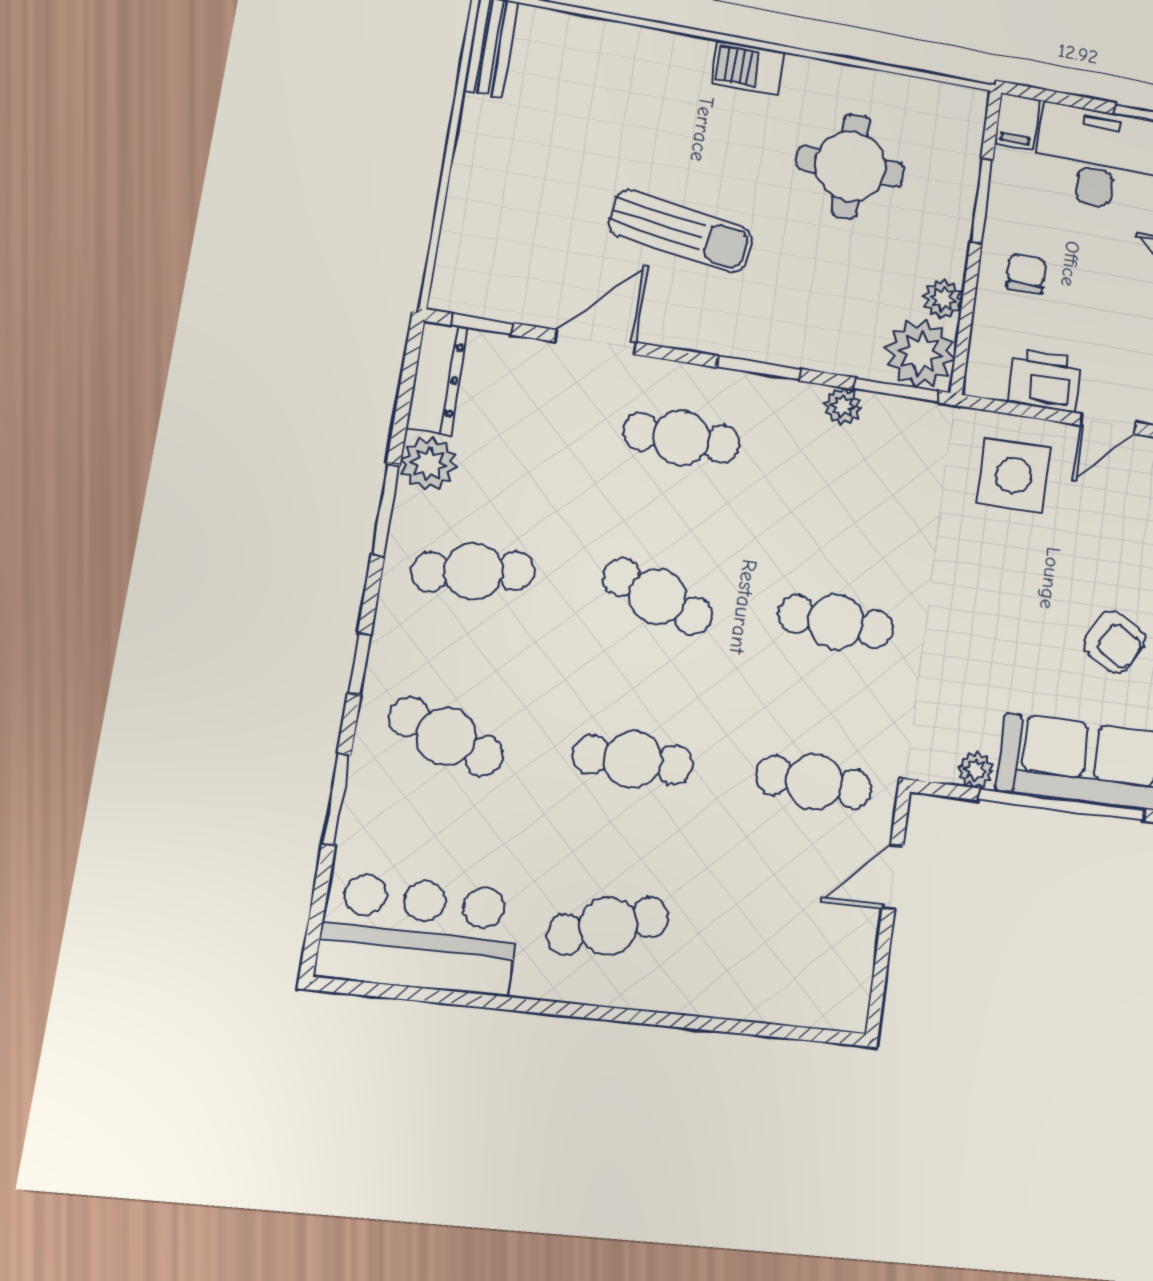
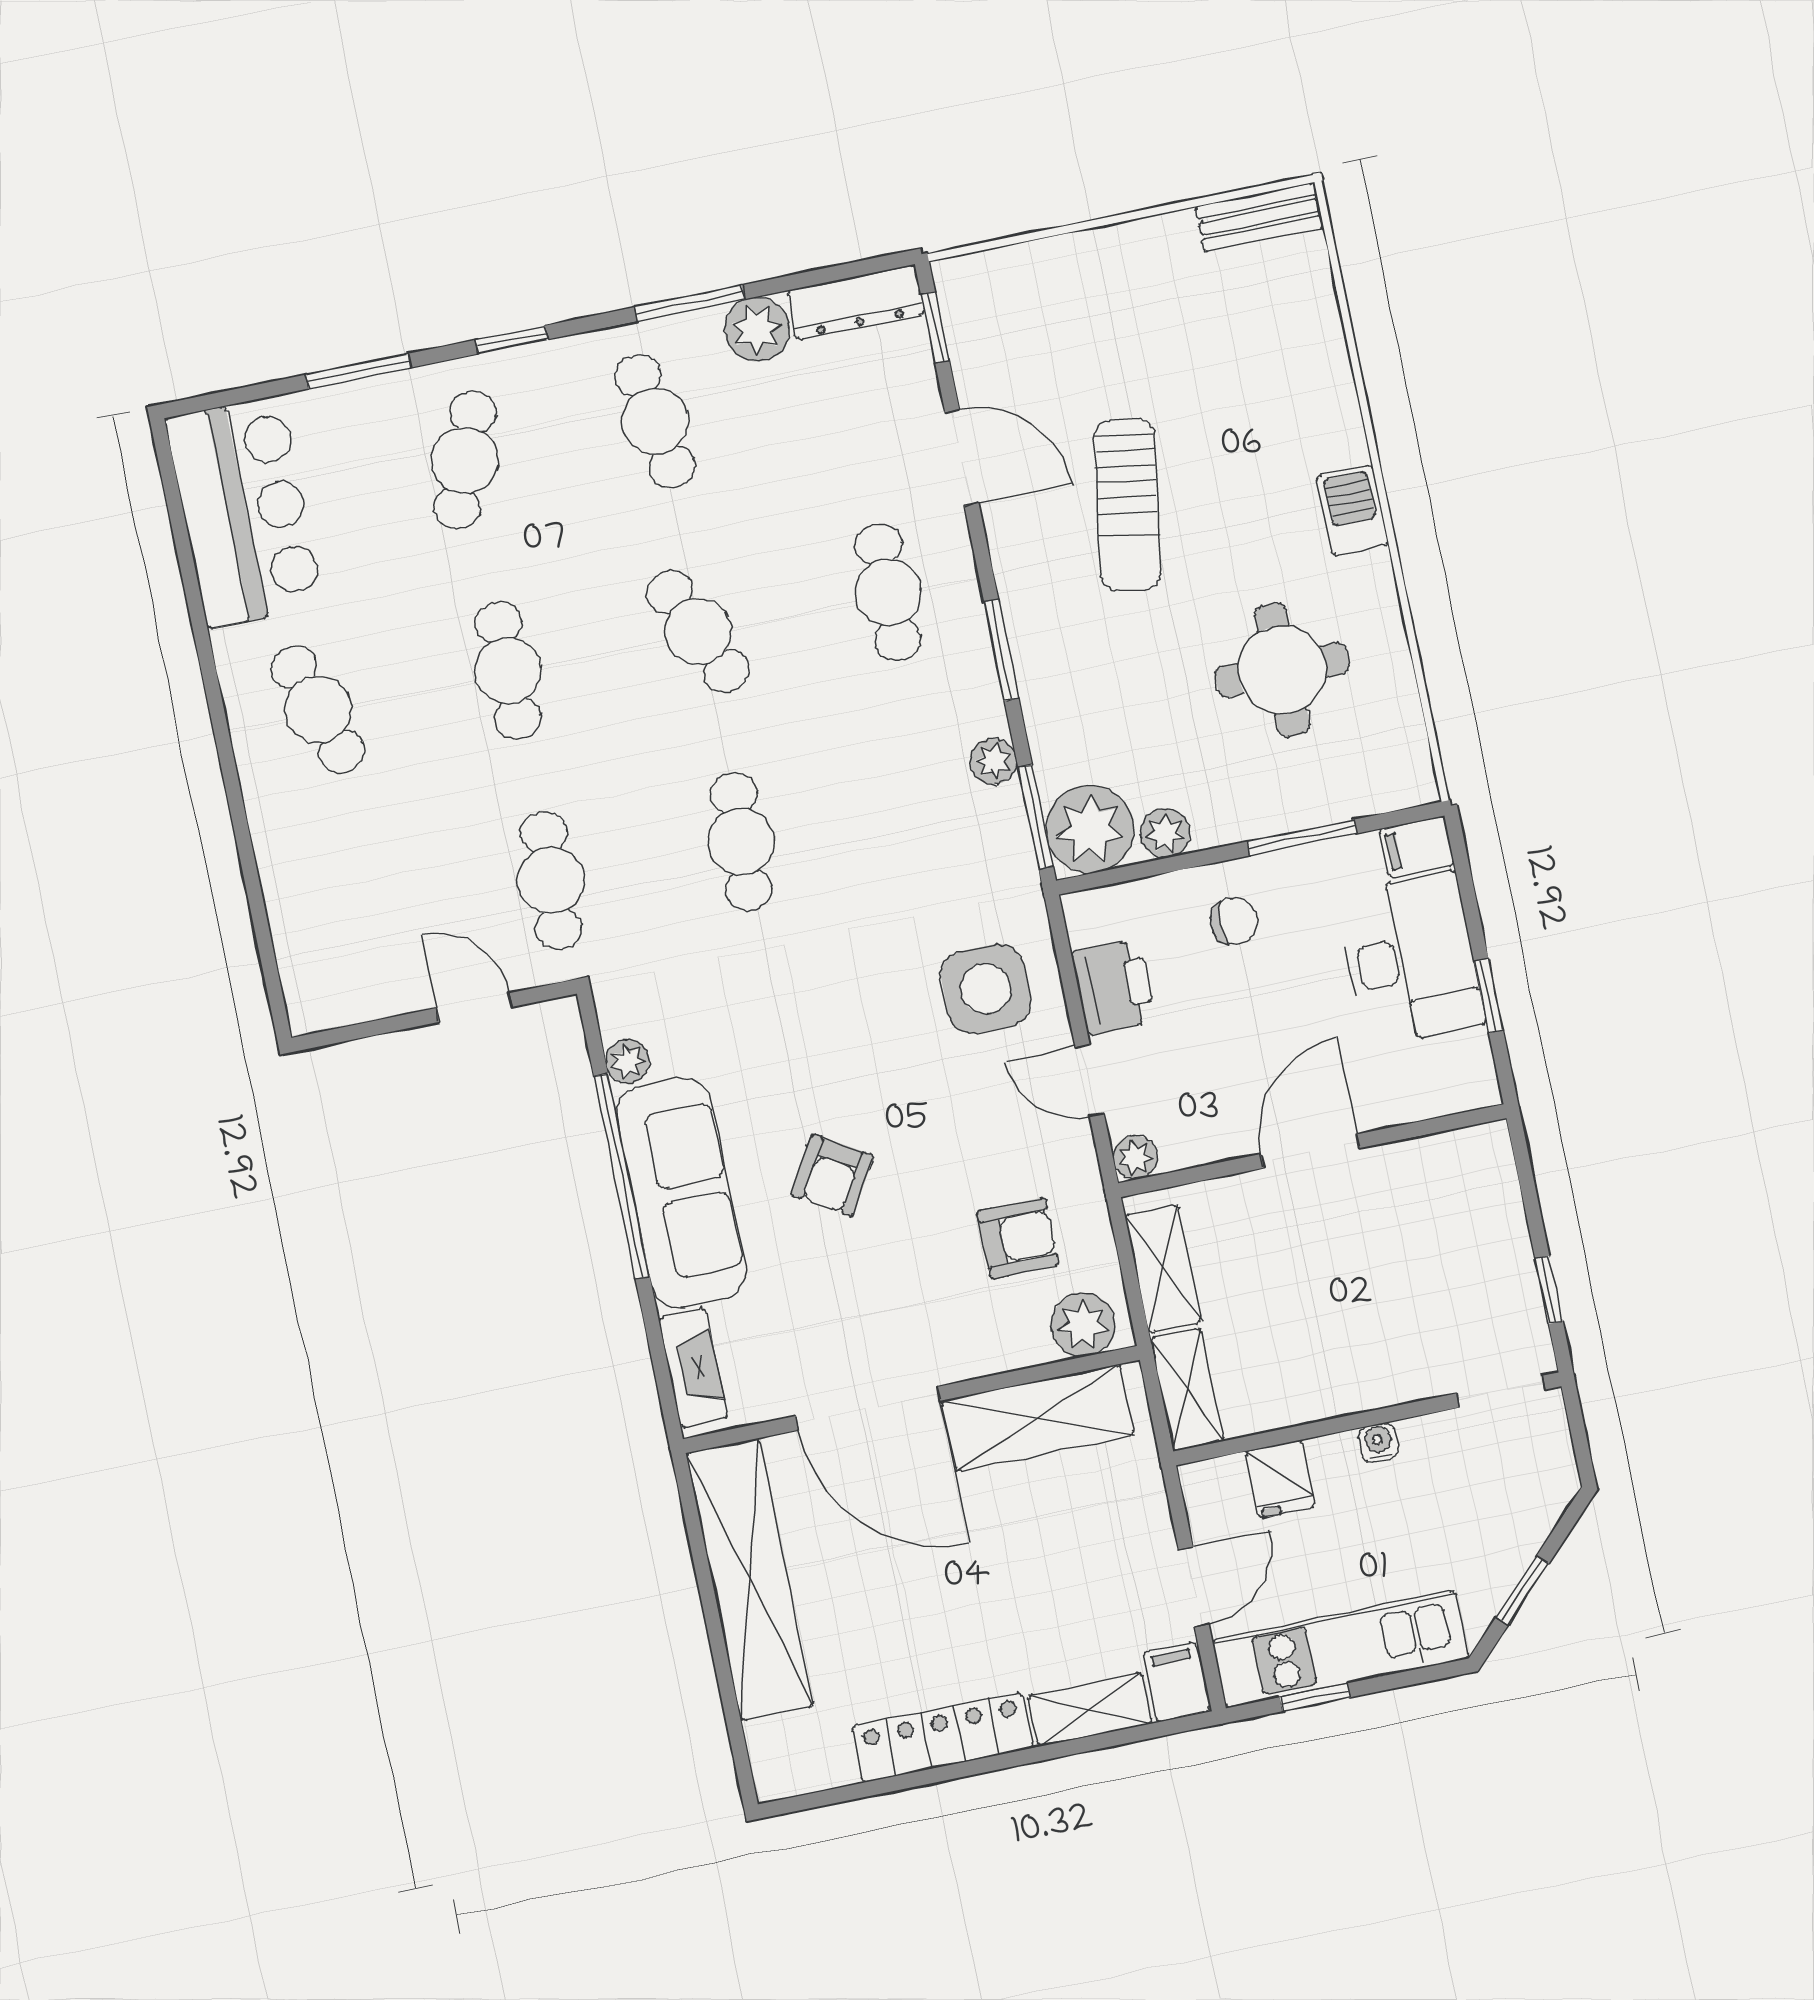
cafe table: (657, 597) -> (698, 631), turned -45

